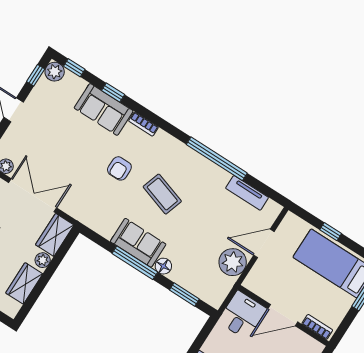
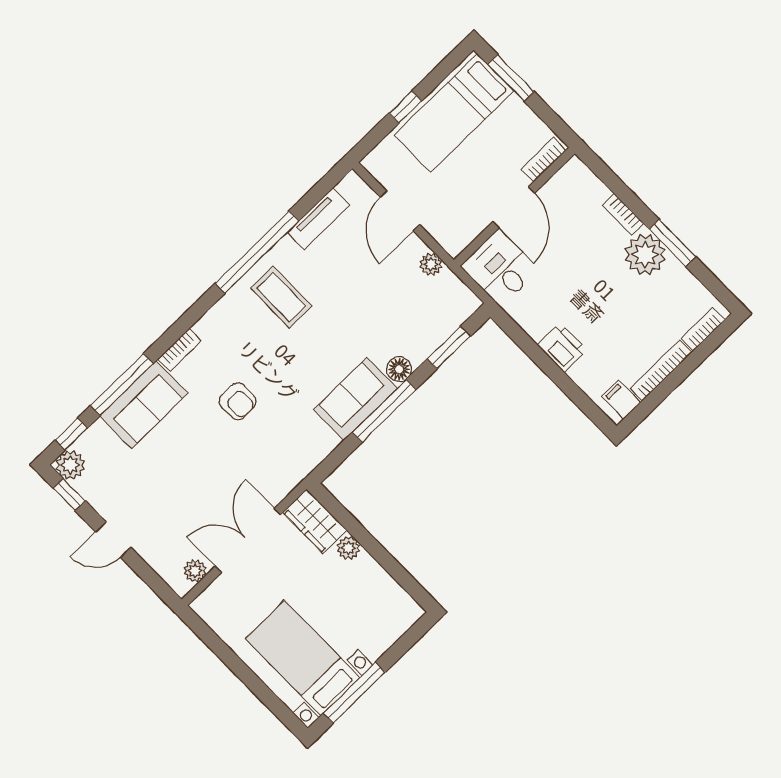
window: (113, 92) -> (122, 385), width x2.17
coffee table: (162, 194) -> (281, 297), moved, turned 72
plant: (233, 262) -> (431, 264), width x0.53, depth x0.53
wardrobe: (24, 283) -> (377, 584), removed

